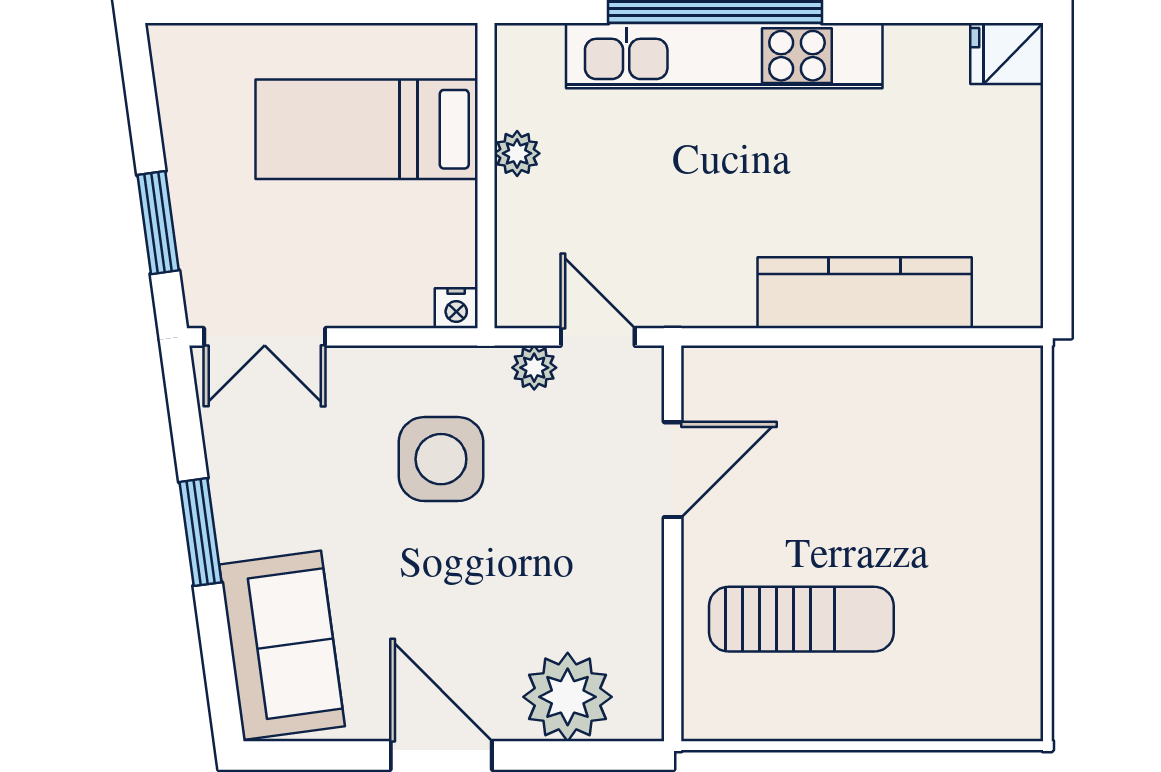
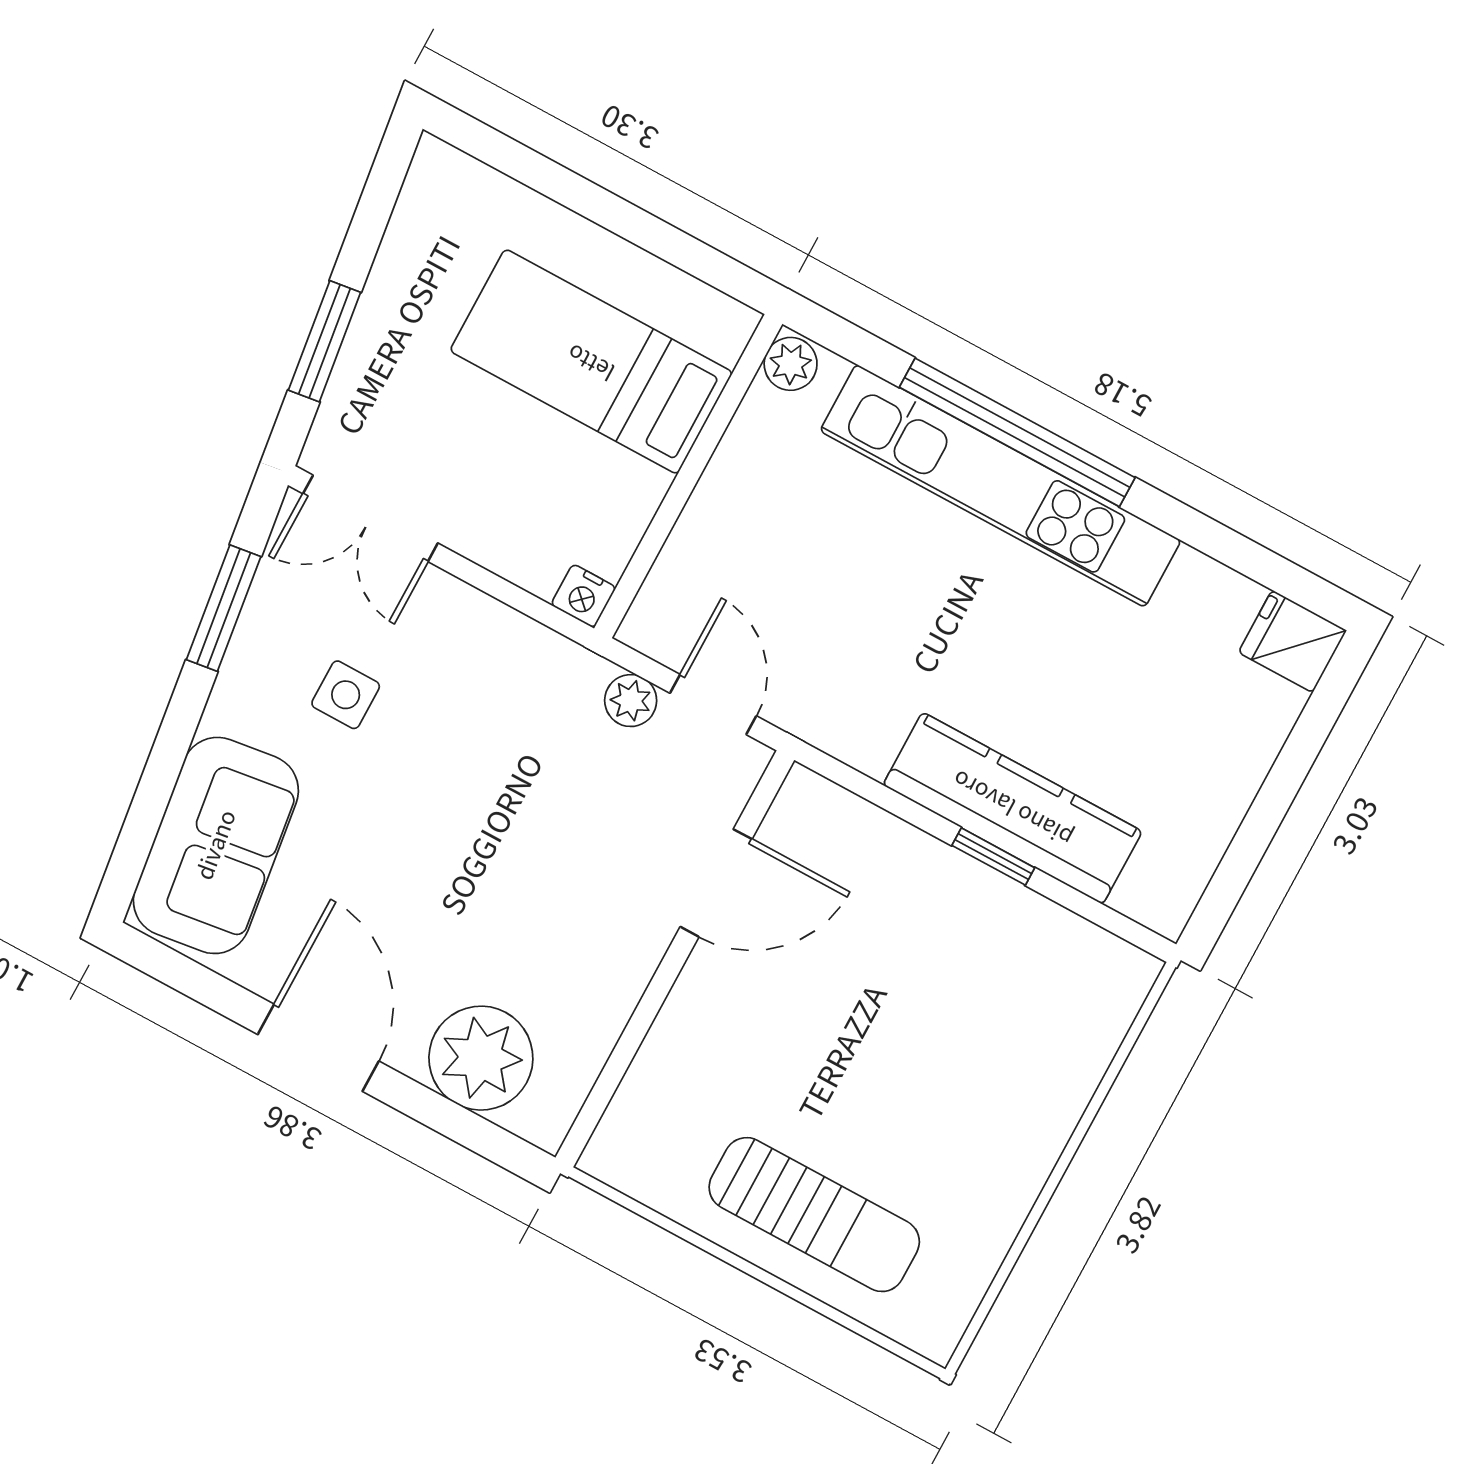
plant: (517, 153) -> (791, 364), moved
window: (870, 337) -> (993, 857), added
side table: (441, 459) -> (346, 695), moved, width x0.54, depth x0.54
window: (200, 532) -> (224, 608), moved
sun lounger: (801, 619) -> (814, 1215), moved

